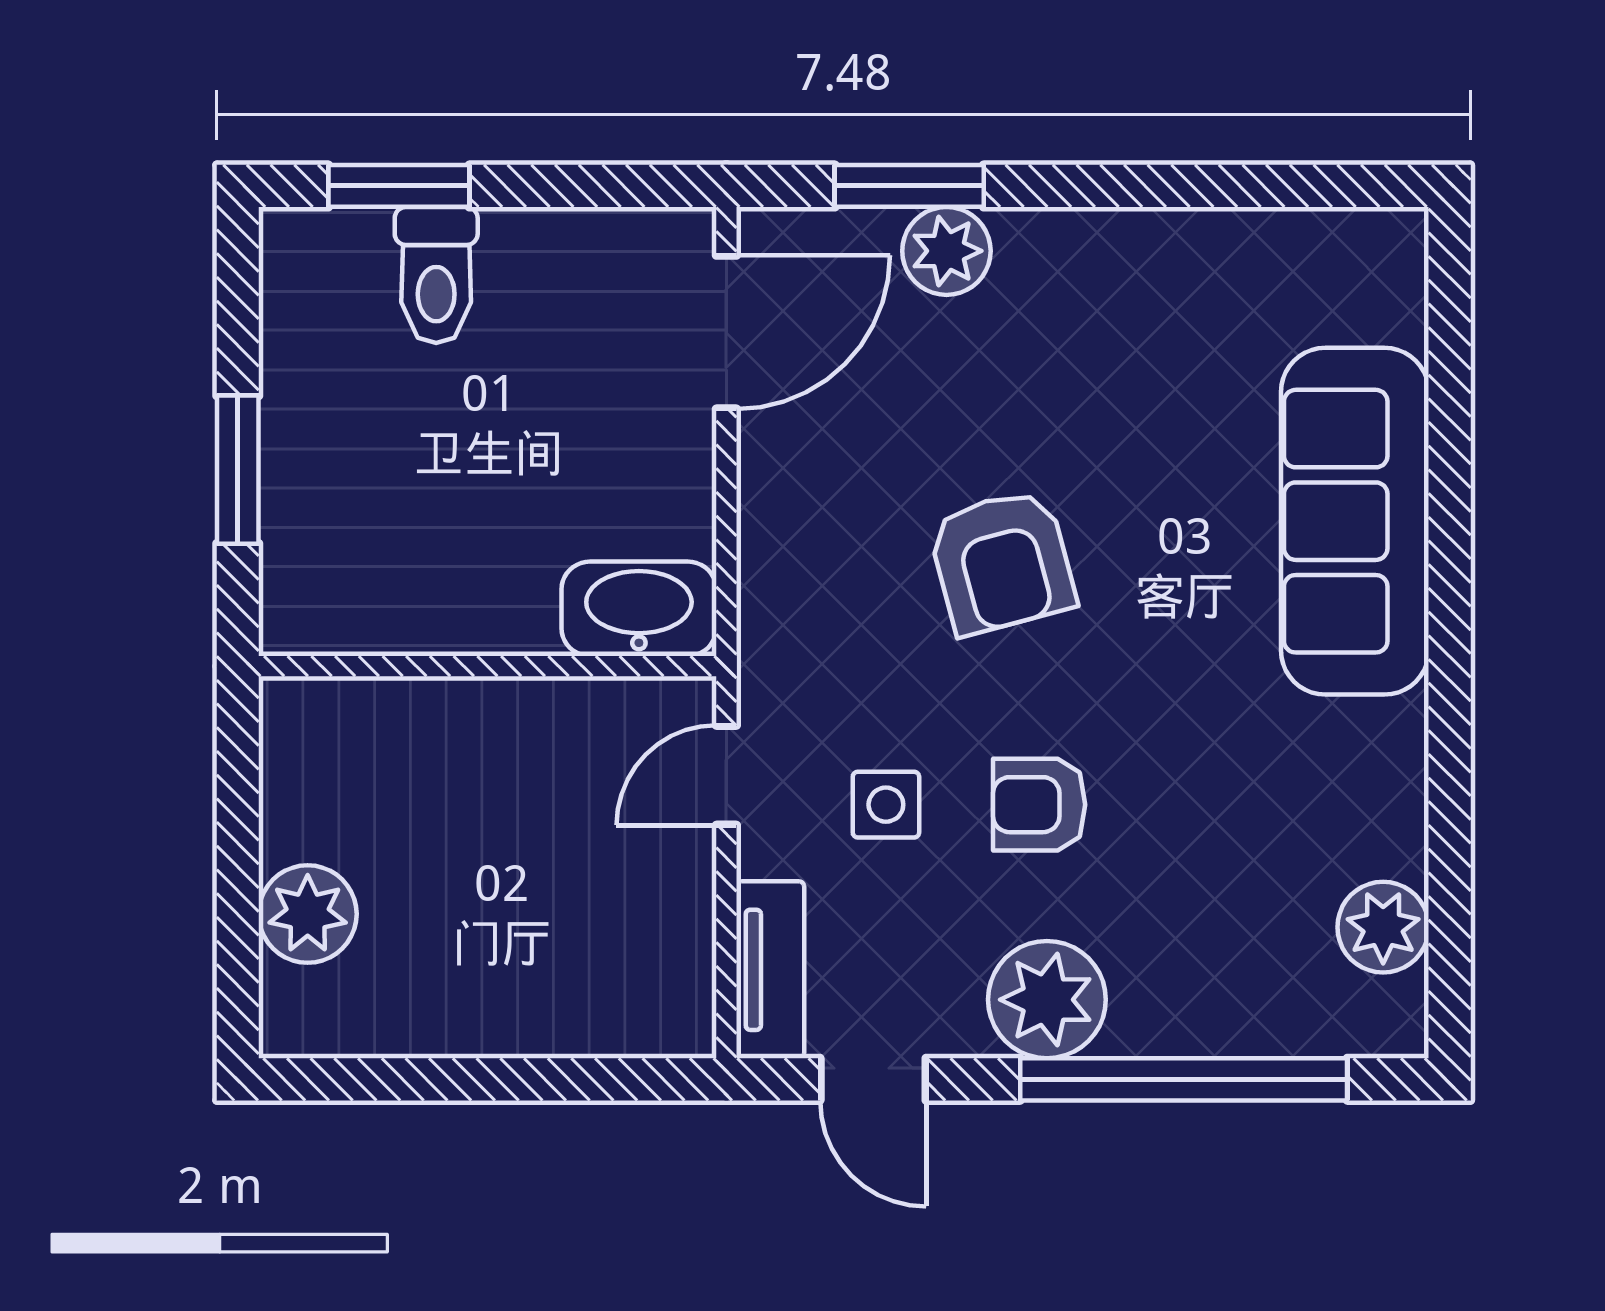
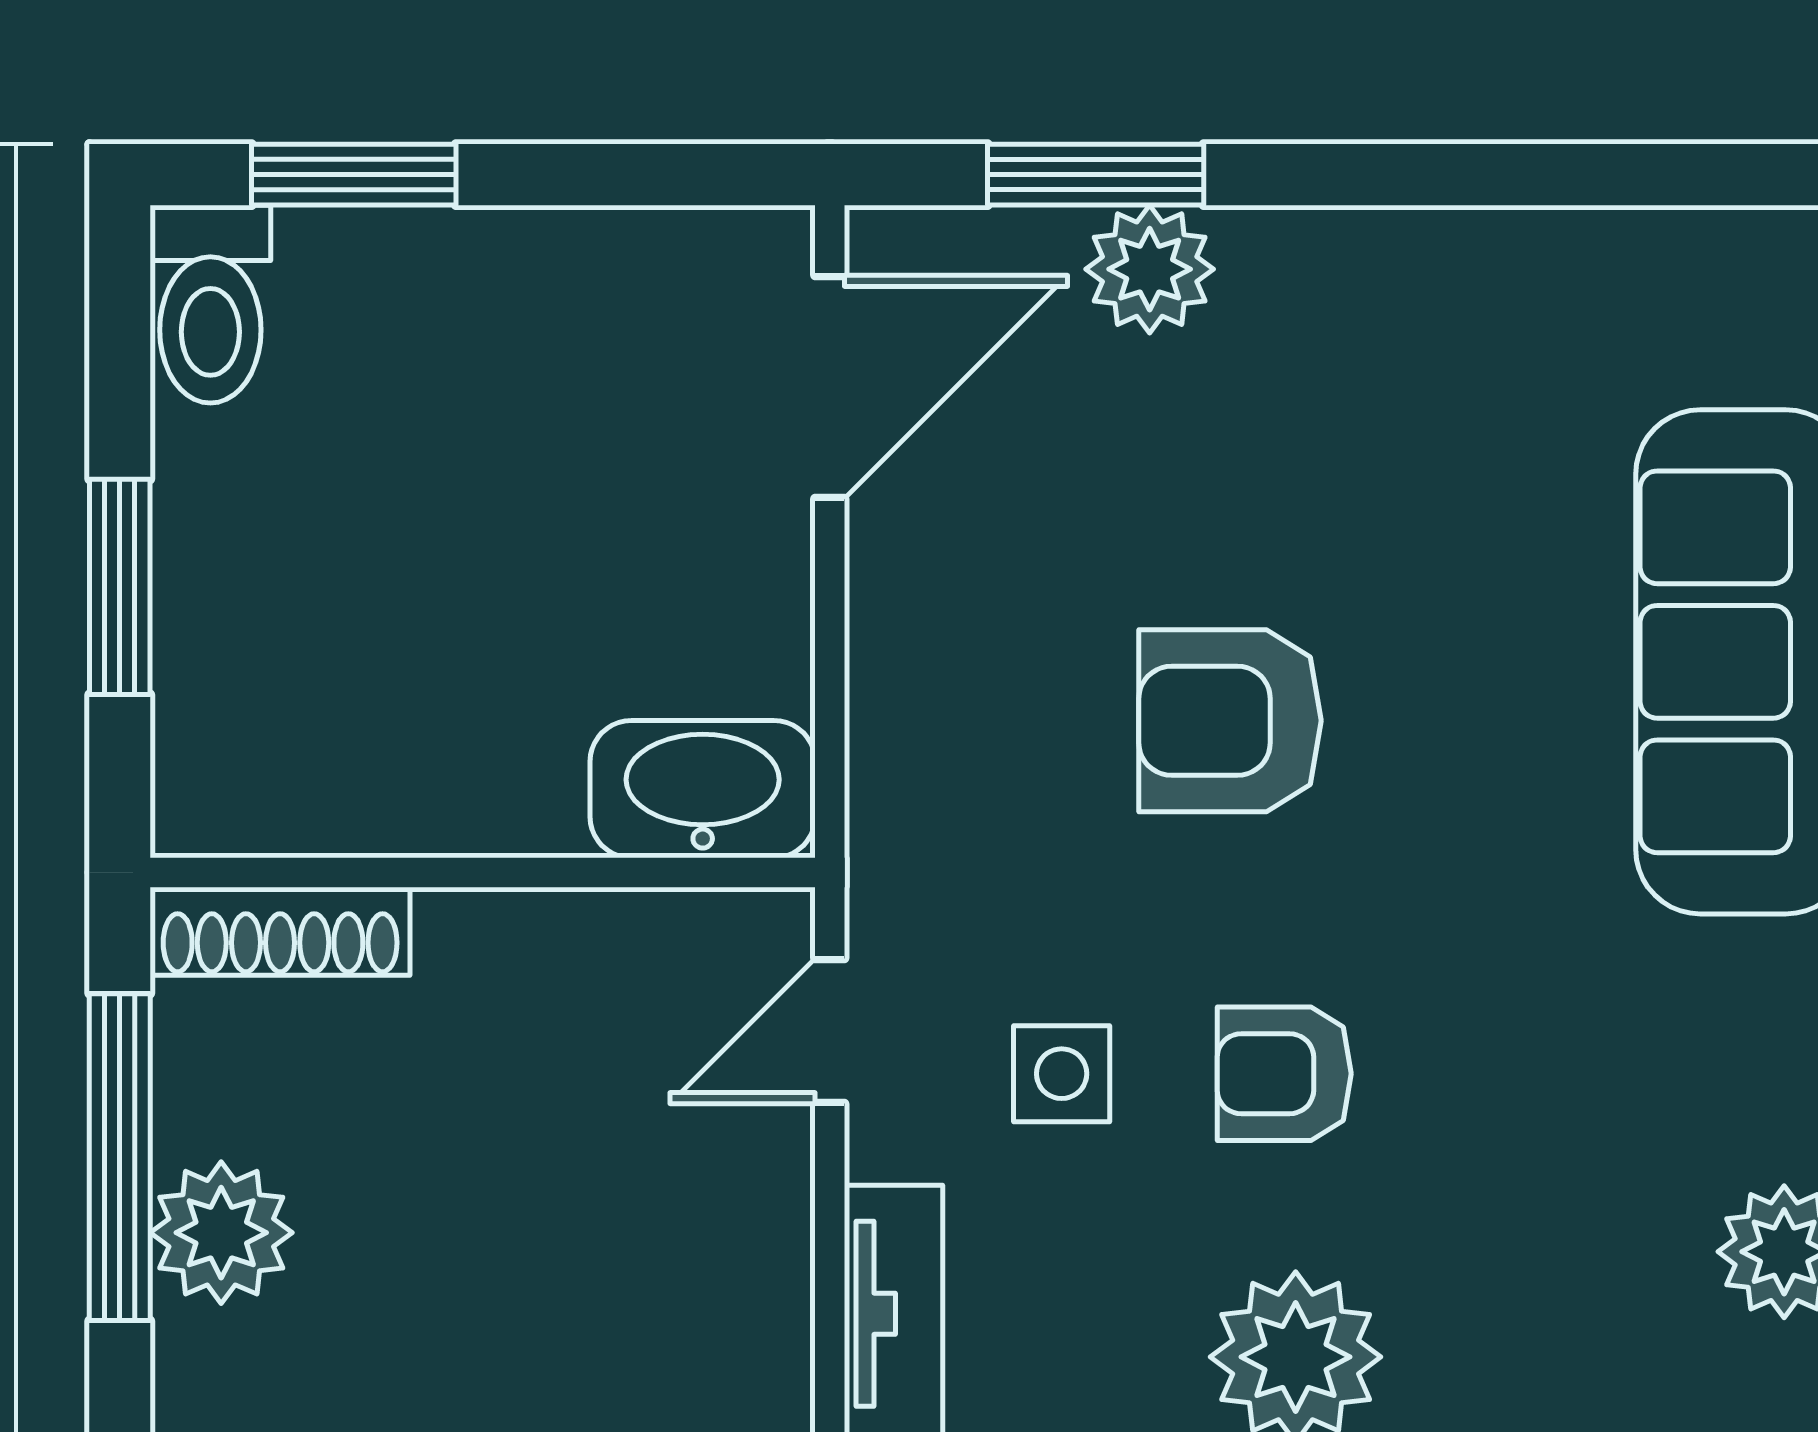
toilet: (436, 275) -> (210, 304), moved
armchair: (1002, 562) -> (1230, 721), turned 105
shoe rack: (348, 707) -> (280, 931), added
window: (238, 862) -> (120, 1157), added

